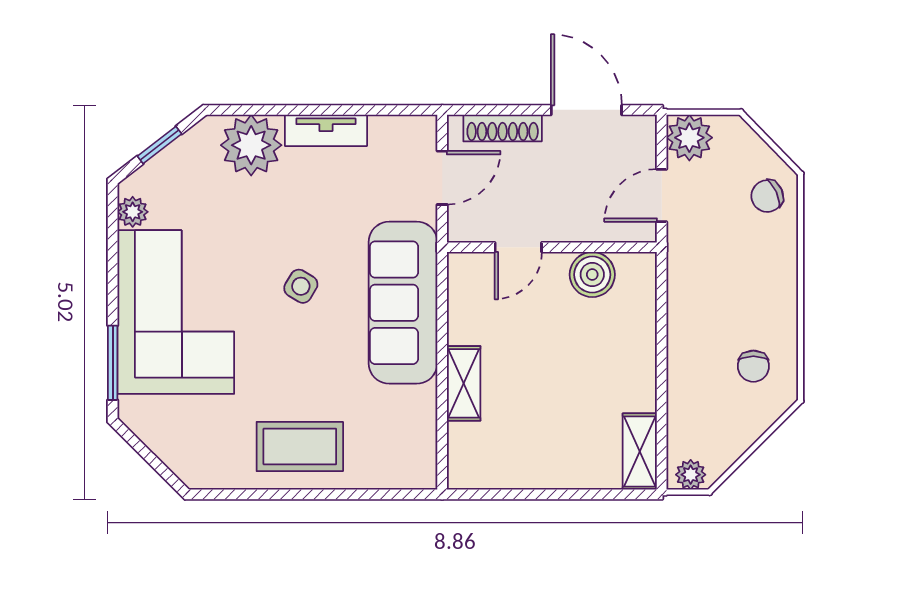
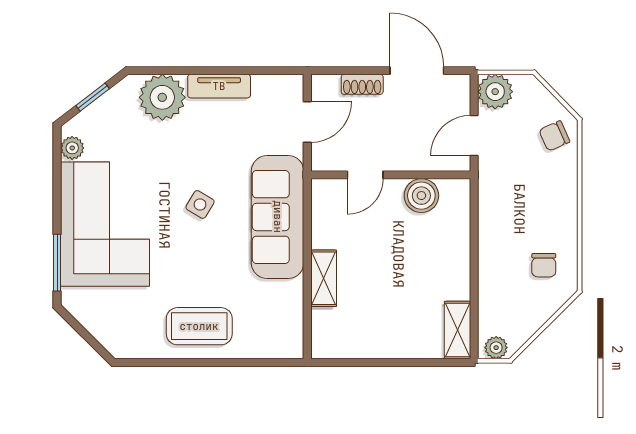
shoe rack: (503, 128) -> (362, 84), width x0.70

